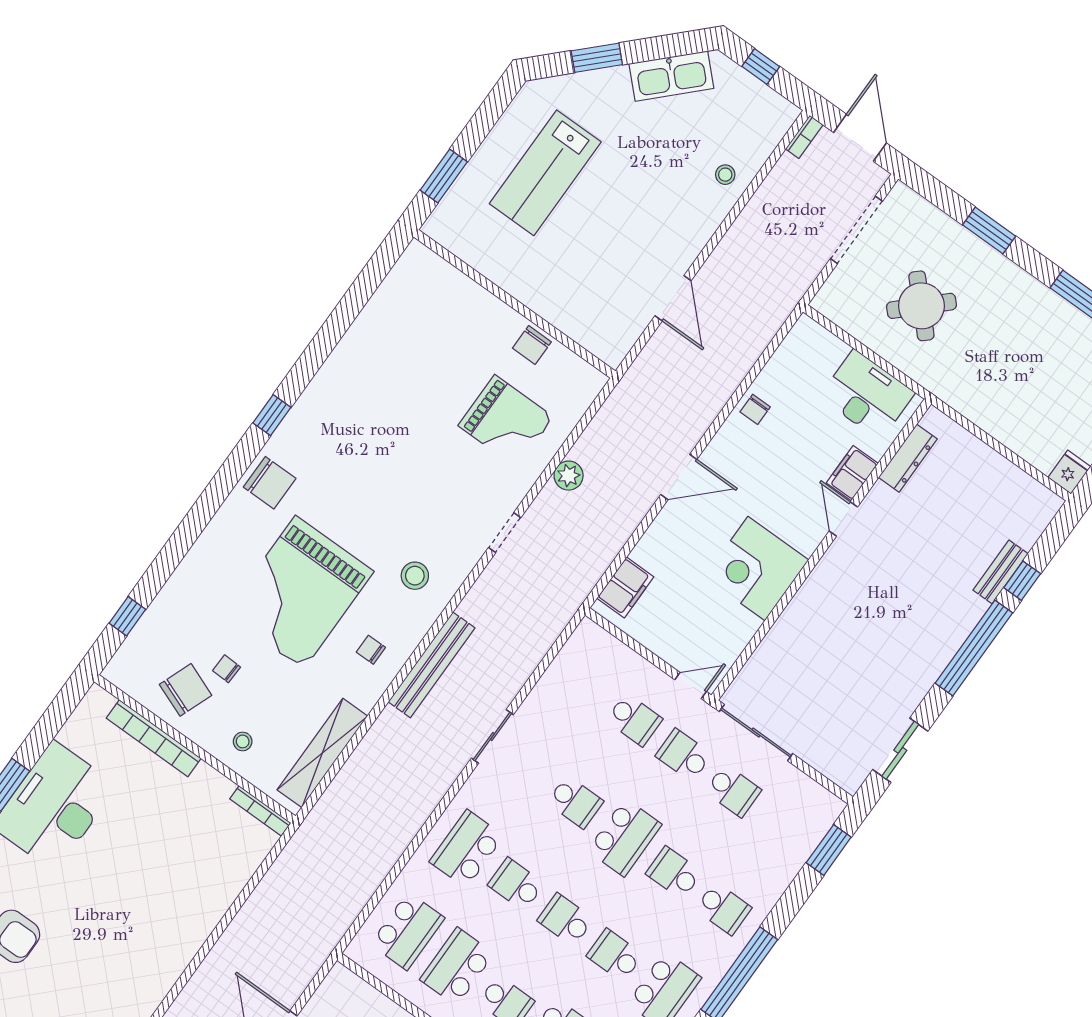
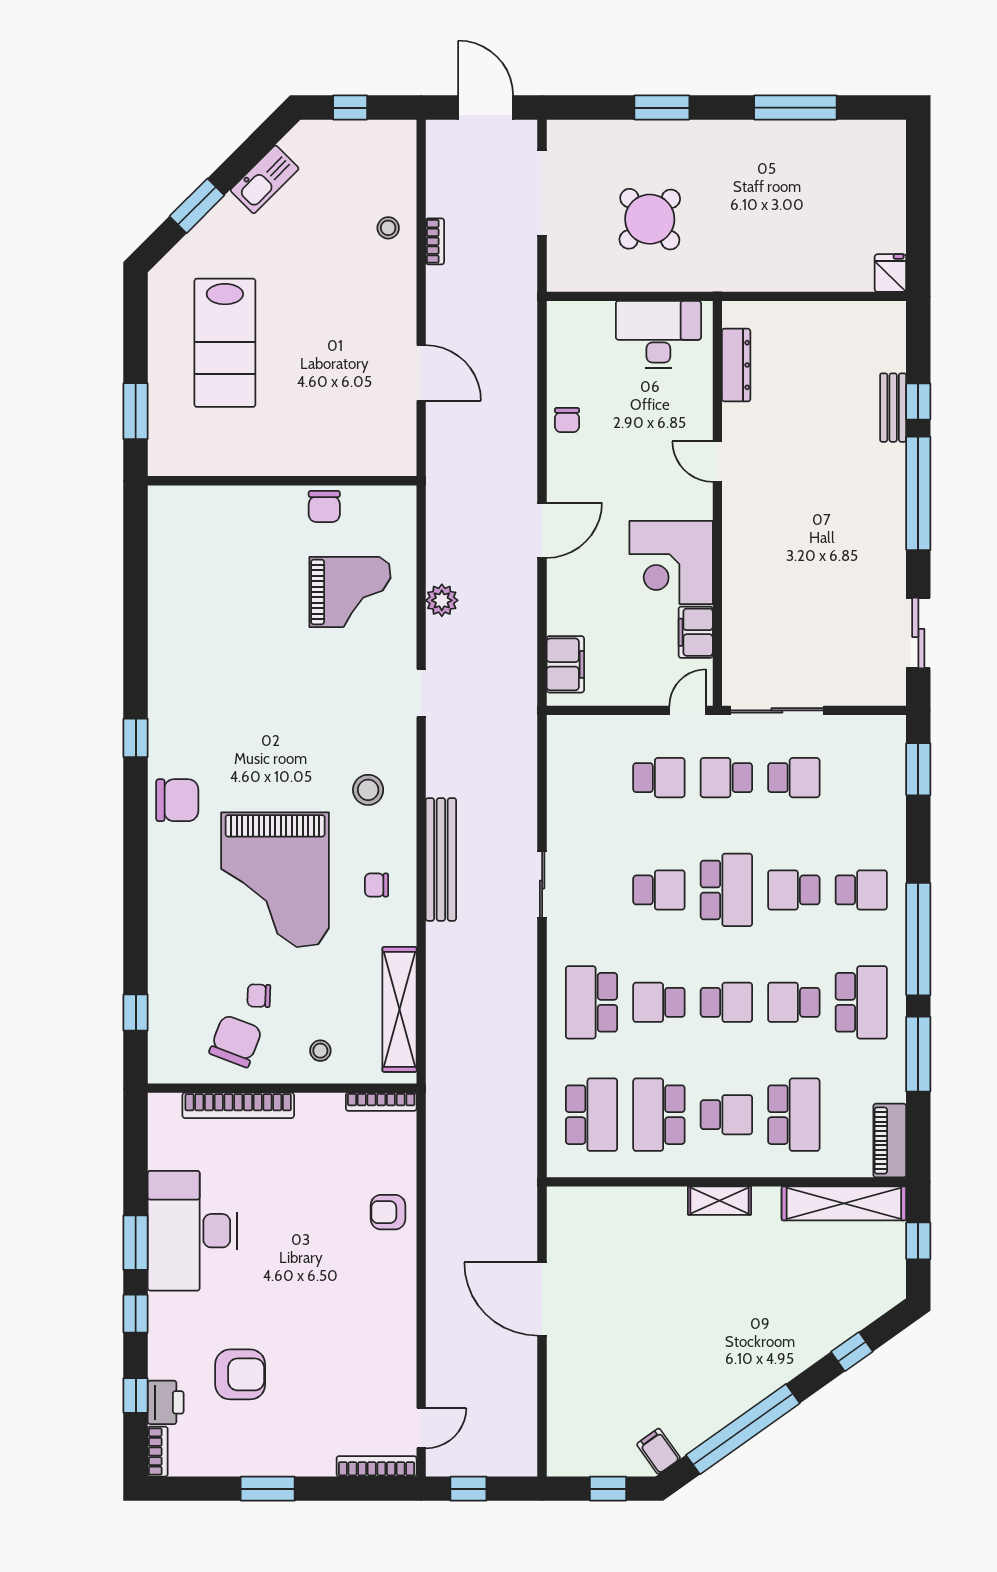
kitchen sink: (671, 76) -> (265, 179), width x0.73, depth x0.81
bookcase: (804, 137) -> (435, 241), moved
filing cabinet: (852, 473) -> (696, 632), moved
armchair: (207, 895) -> (388, 1212), added
school desk: (565, 920) -> (726, 1002), turned 180

